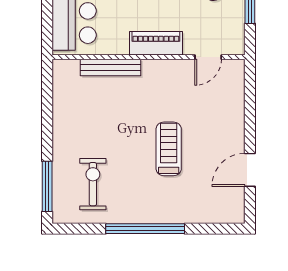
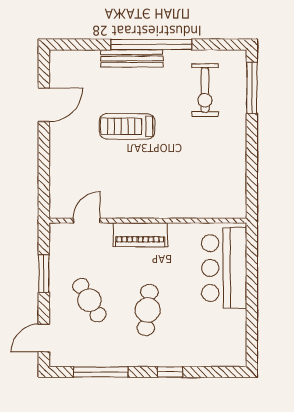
bench: (110, 67) -> (132, 58), moved
treadmill: (169, 149) -> (127, 126), turned 90

